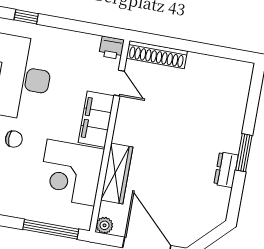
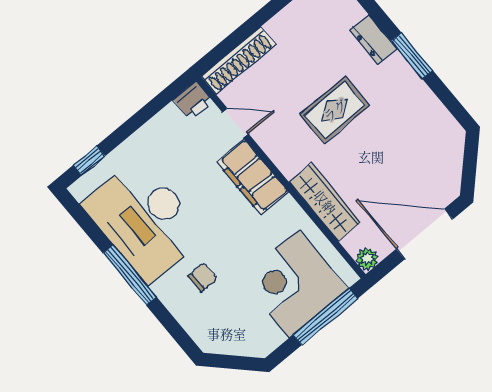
rug: (175, 134) -> (335, 110), added
dresser: (226, 170) -> (373, 39), moved
corner desk: (71, 173) -> (294, 284), moved, turned 90

